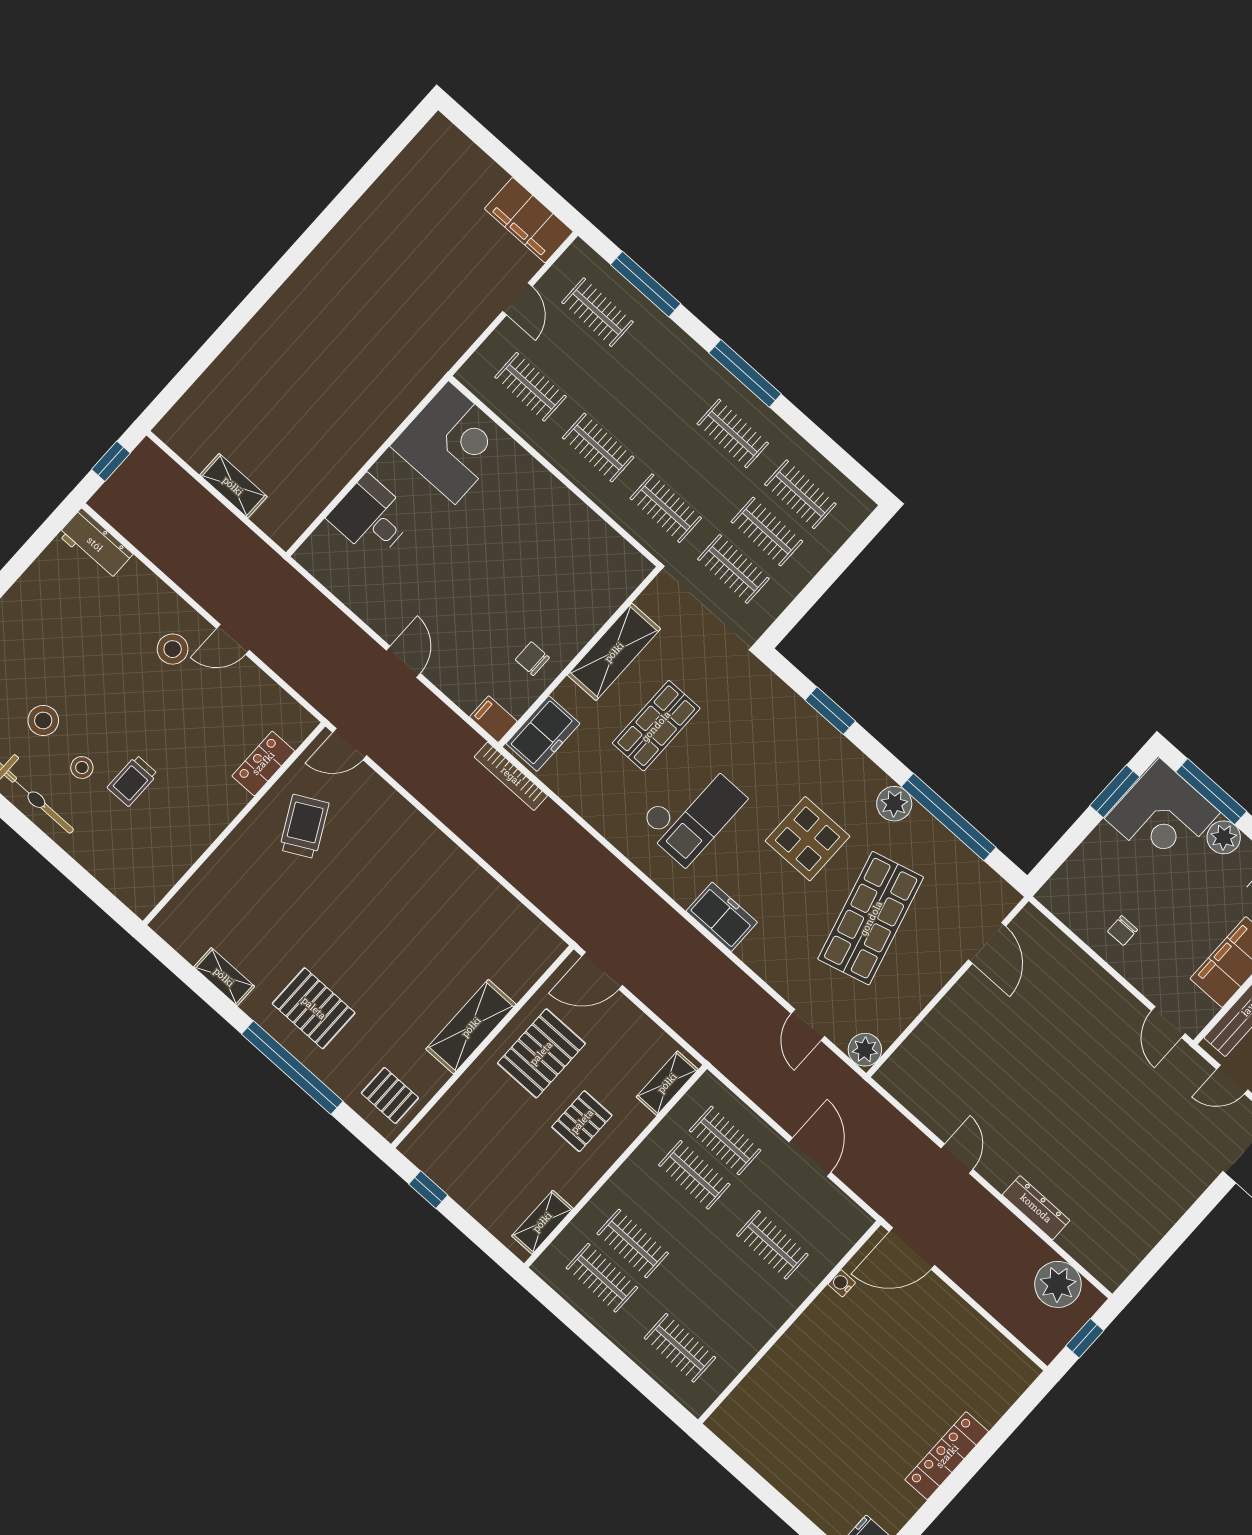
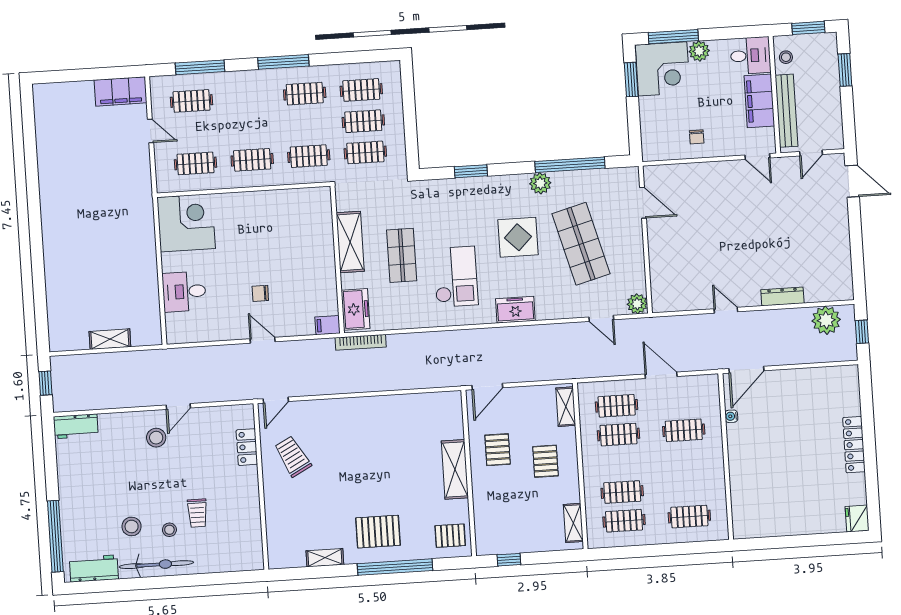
chair: (532, 659) -> (260, 293), moved
pallet: (541, 1053) -> (498, 450), width x0.67, depth x0.71

